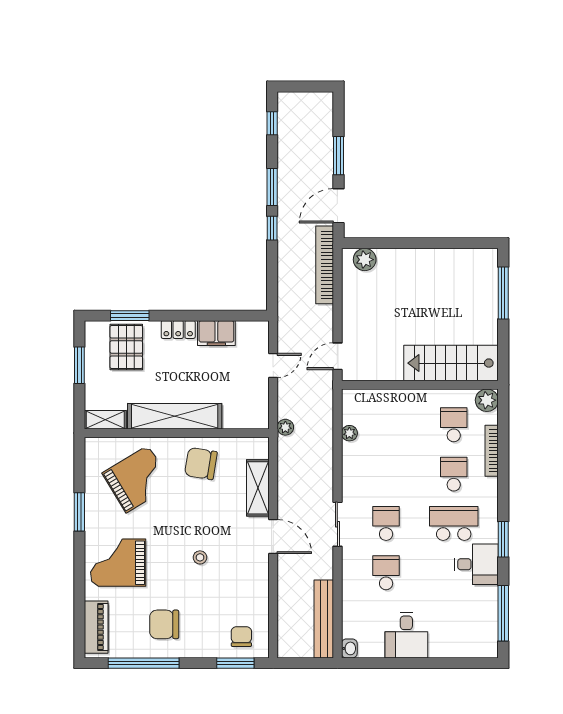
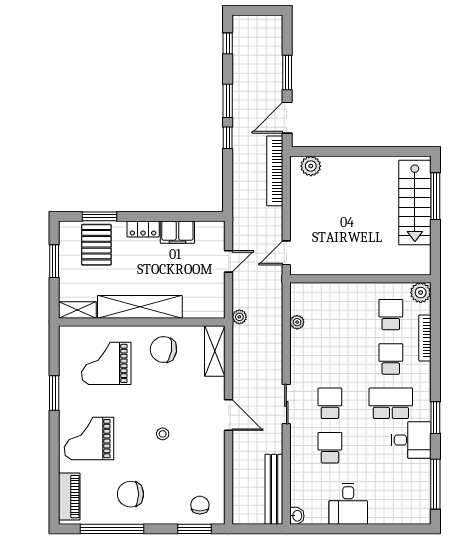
stairs: (451, 363) -> (415, 203), moved, turned -90
grand piano: (137, 479) -> (106, 363), turned -149
shelving: (258, 488) -> (215, 351), moved

